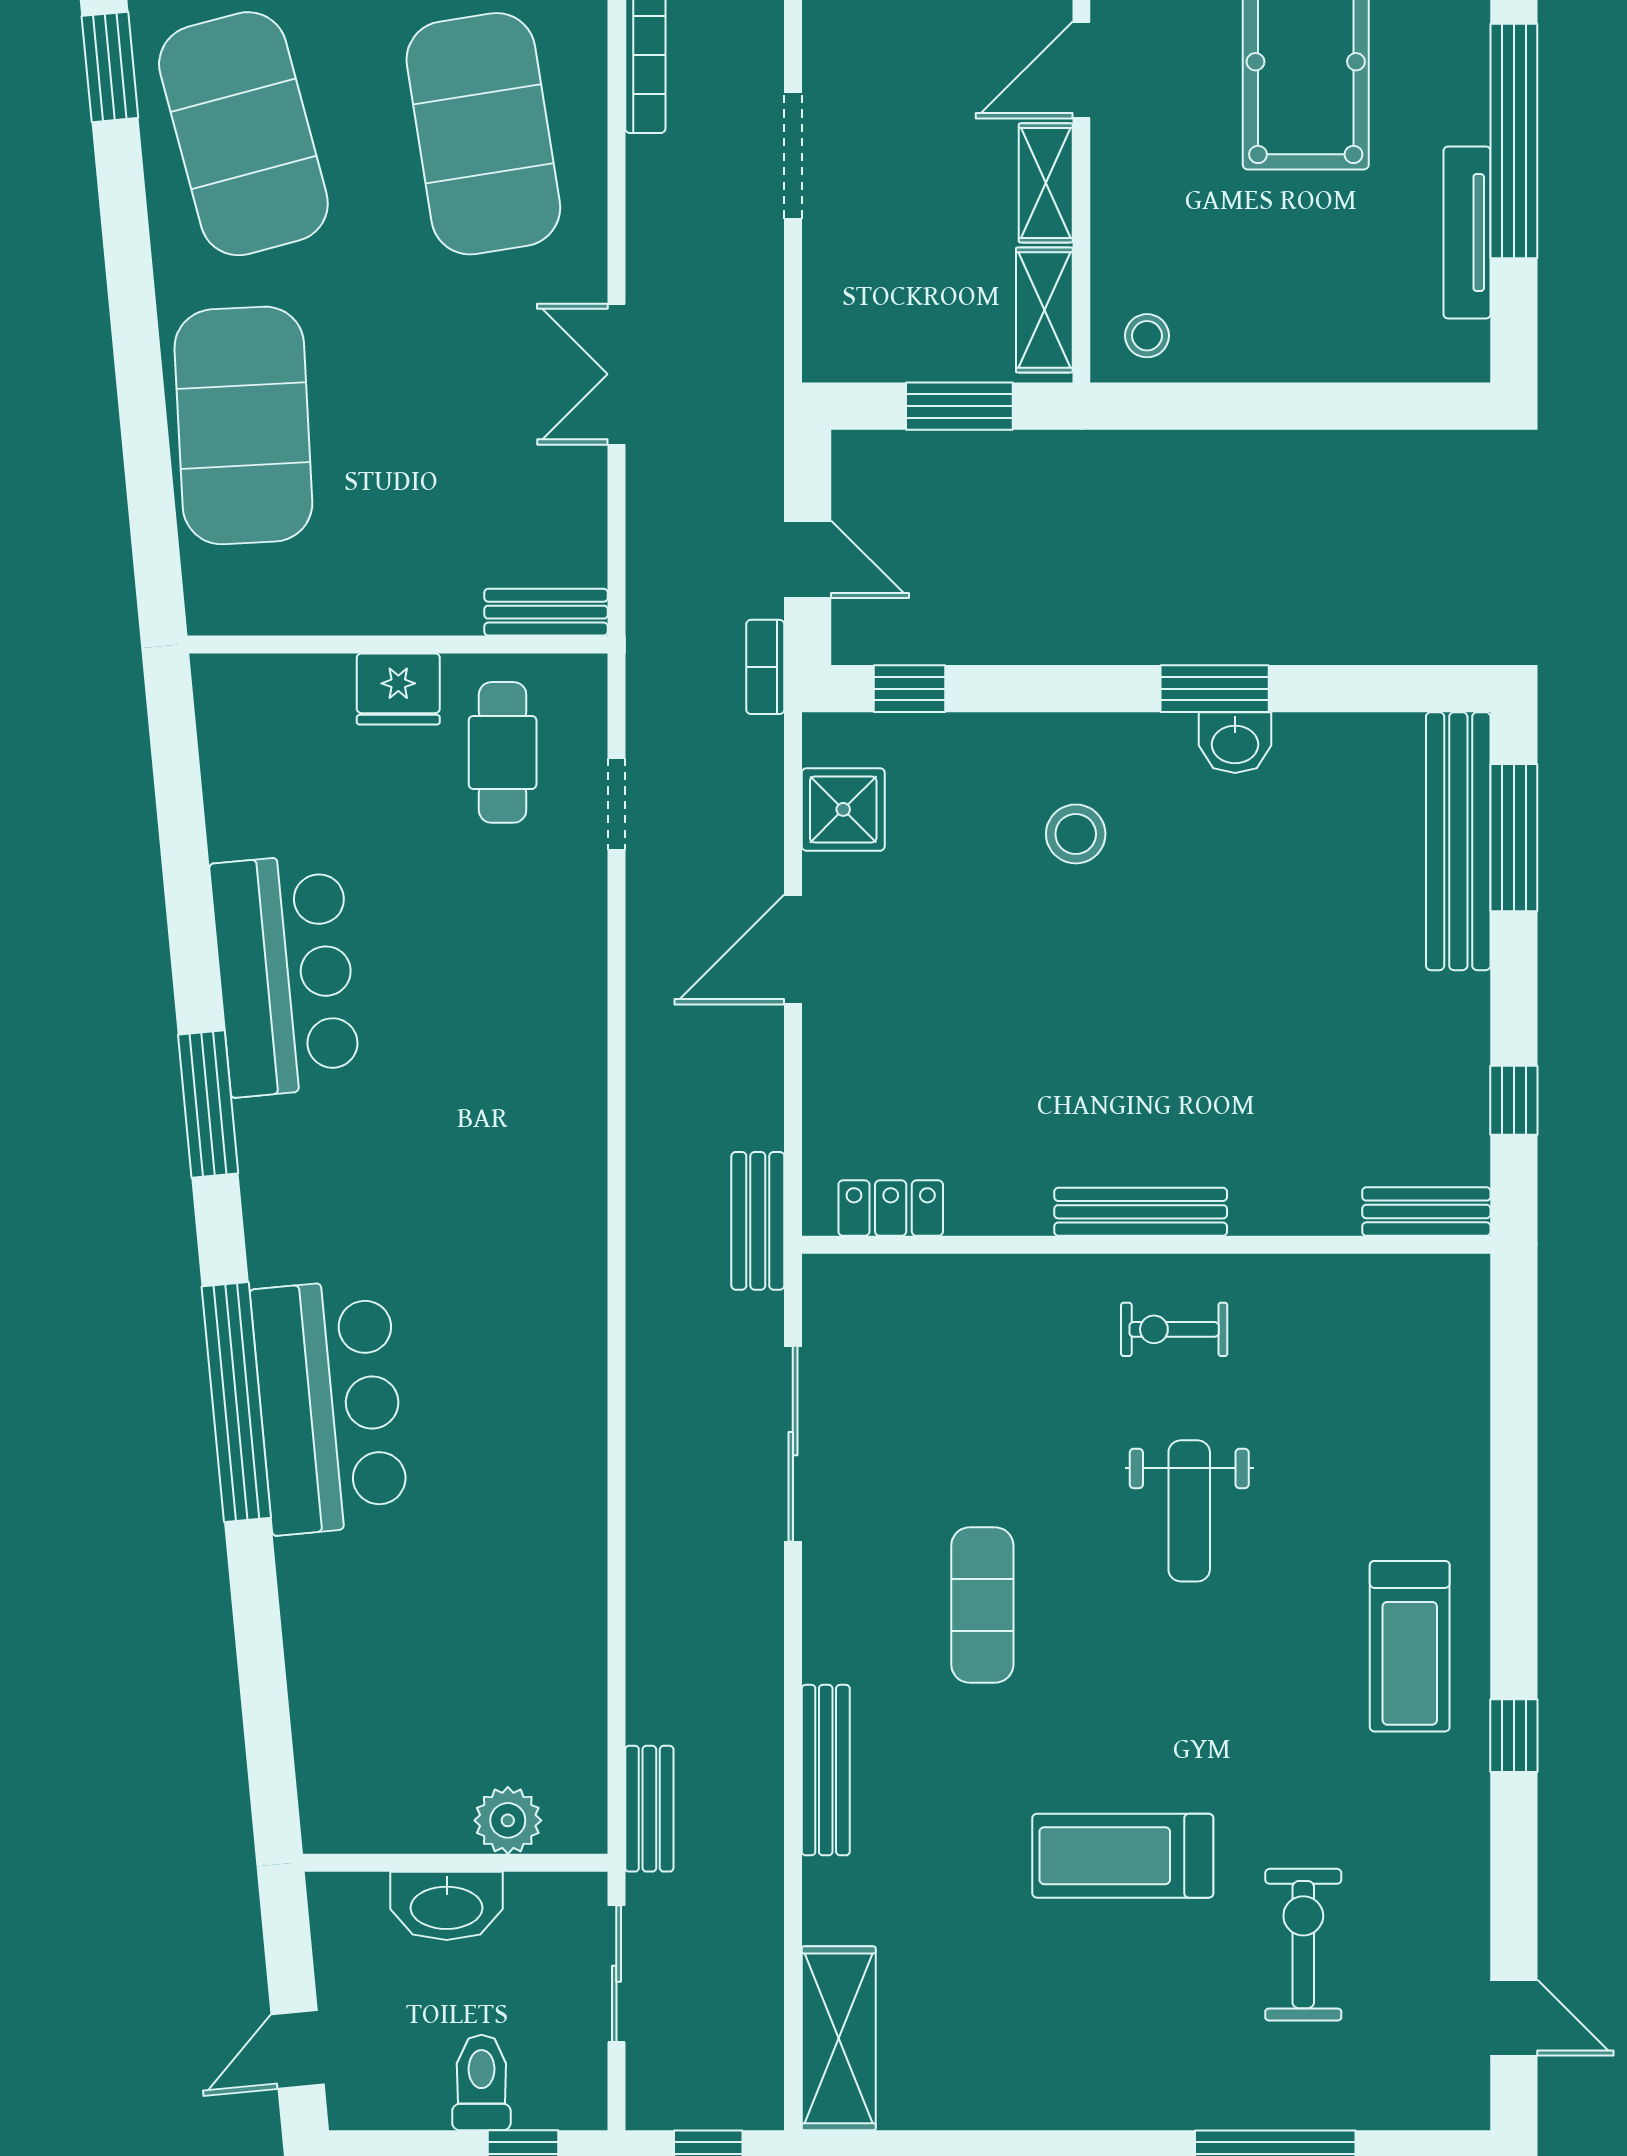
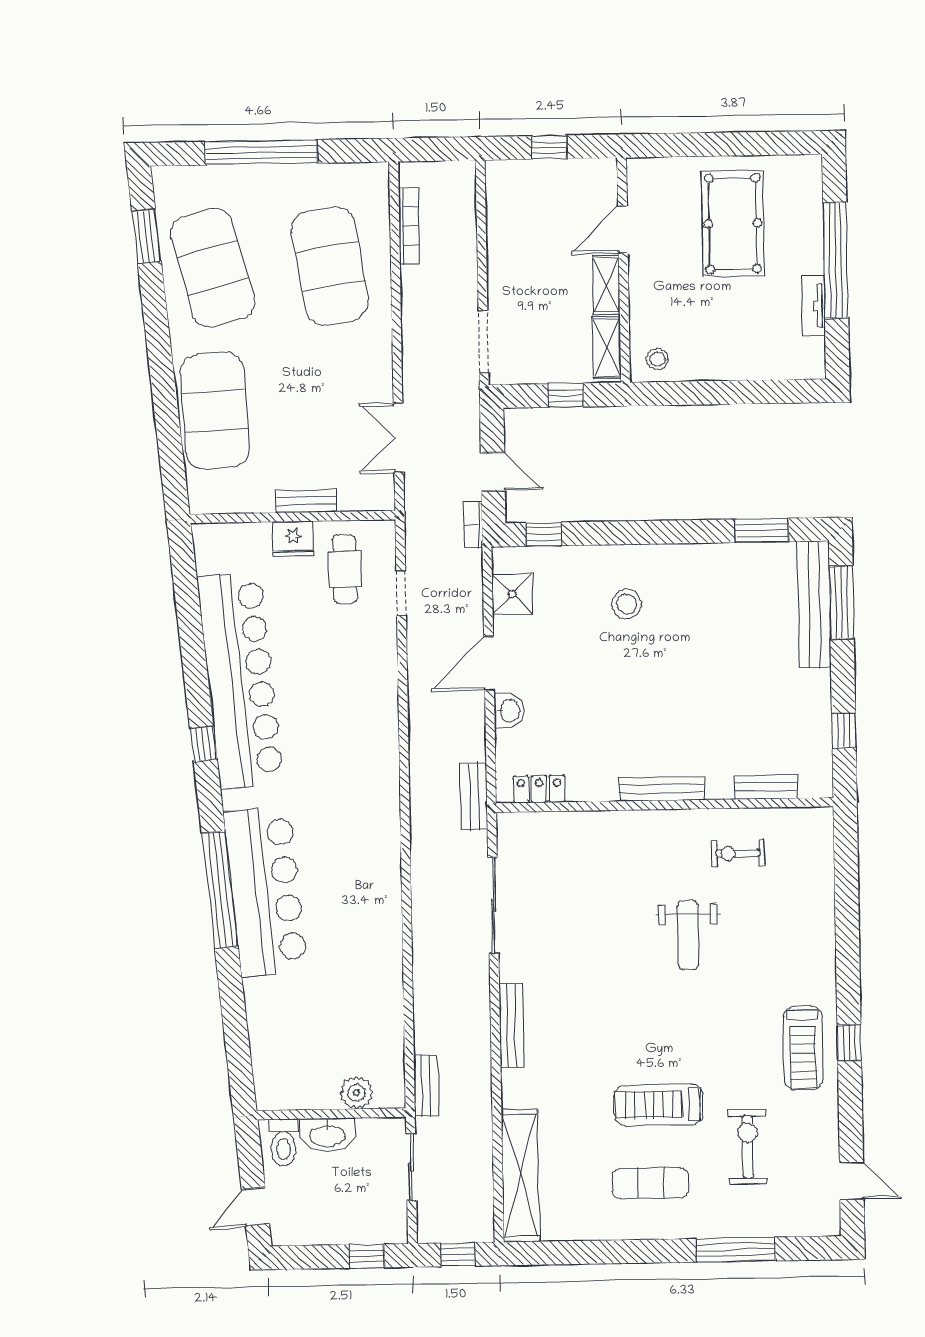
doorway: (793, 155) -> (483, 341), moved
tv unit: (1467, 233) -> (813, 306), width x0.71
double door: (616, 374) -> (398, 438), moved
window: (959, 406) -> (566, 395), width x0.67
bench: (546, 612) -> (306, 501), moved
window: (1215, 689) -> (762, 530), moved
washbasin: (1235, 743) -> (509, 711), moved, turned -90
bar counter: (285, 975) -> (240, 680), width x1.86
window: (208, 1104) -> (203, 744), width x0.46
bench: (1426, 1211) -> (766, 787), moved
exercise bike: (1174, 1329) -> (738, 853), moved
bar counter: (330, 1407) -> (266, 891), width x1.36
exercise mat: (982, 1605) -> (651, 1183), moved, turned 90
treadmill: (1410, 1646) -> (803, 1048), moved
bench: (826, 1770) -> (511, 1025), moved
shelving: (839, 2038) -> (520, 1176), width x1.47
toilet: (481, 2082) -> (283, 1143), moved, turned 180

